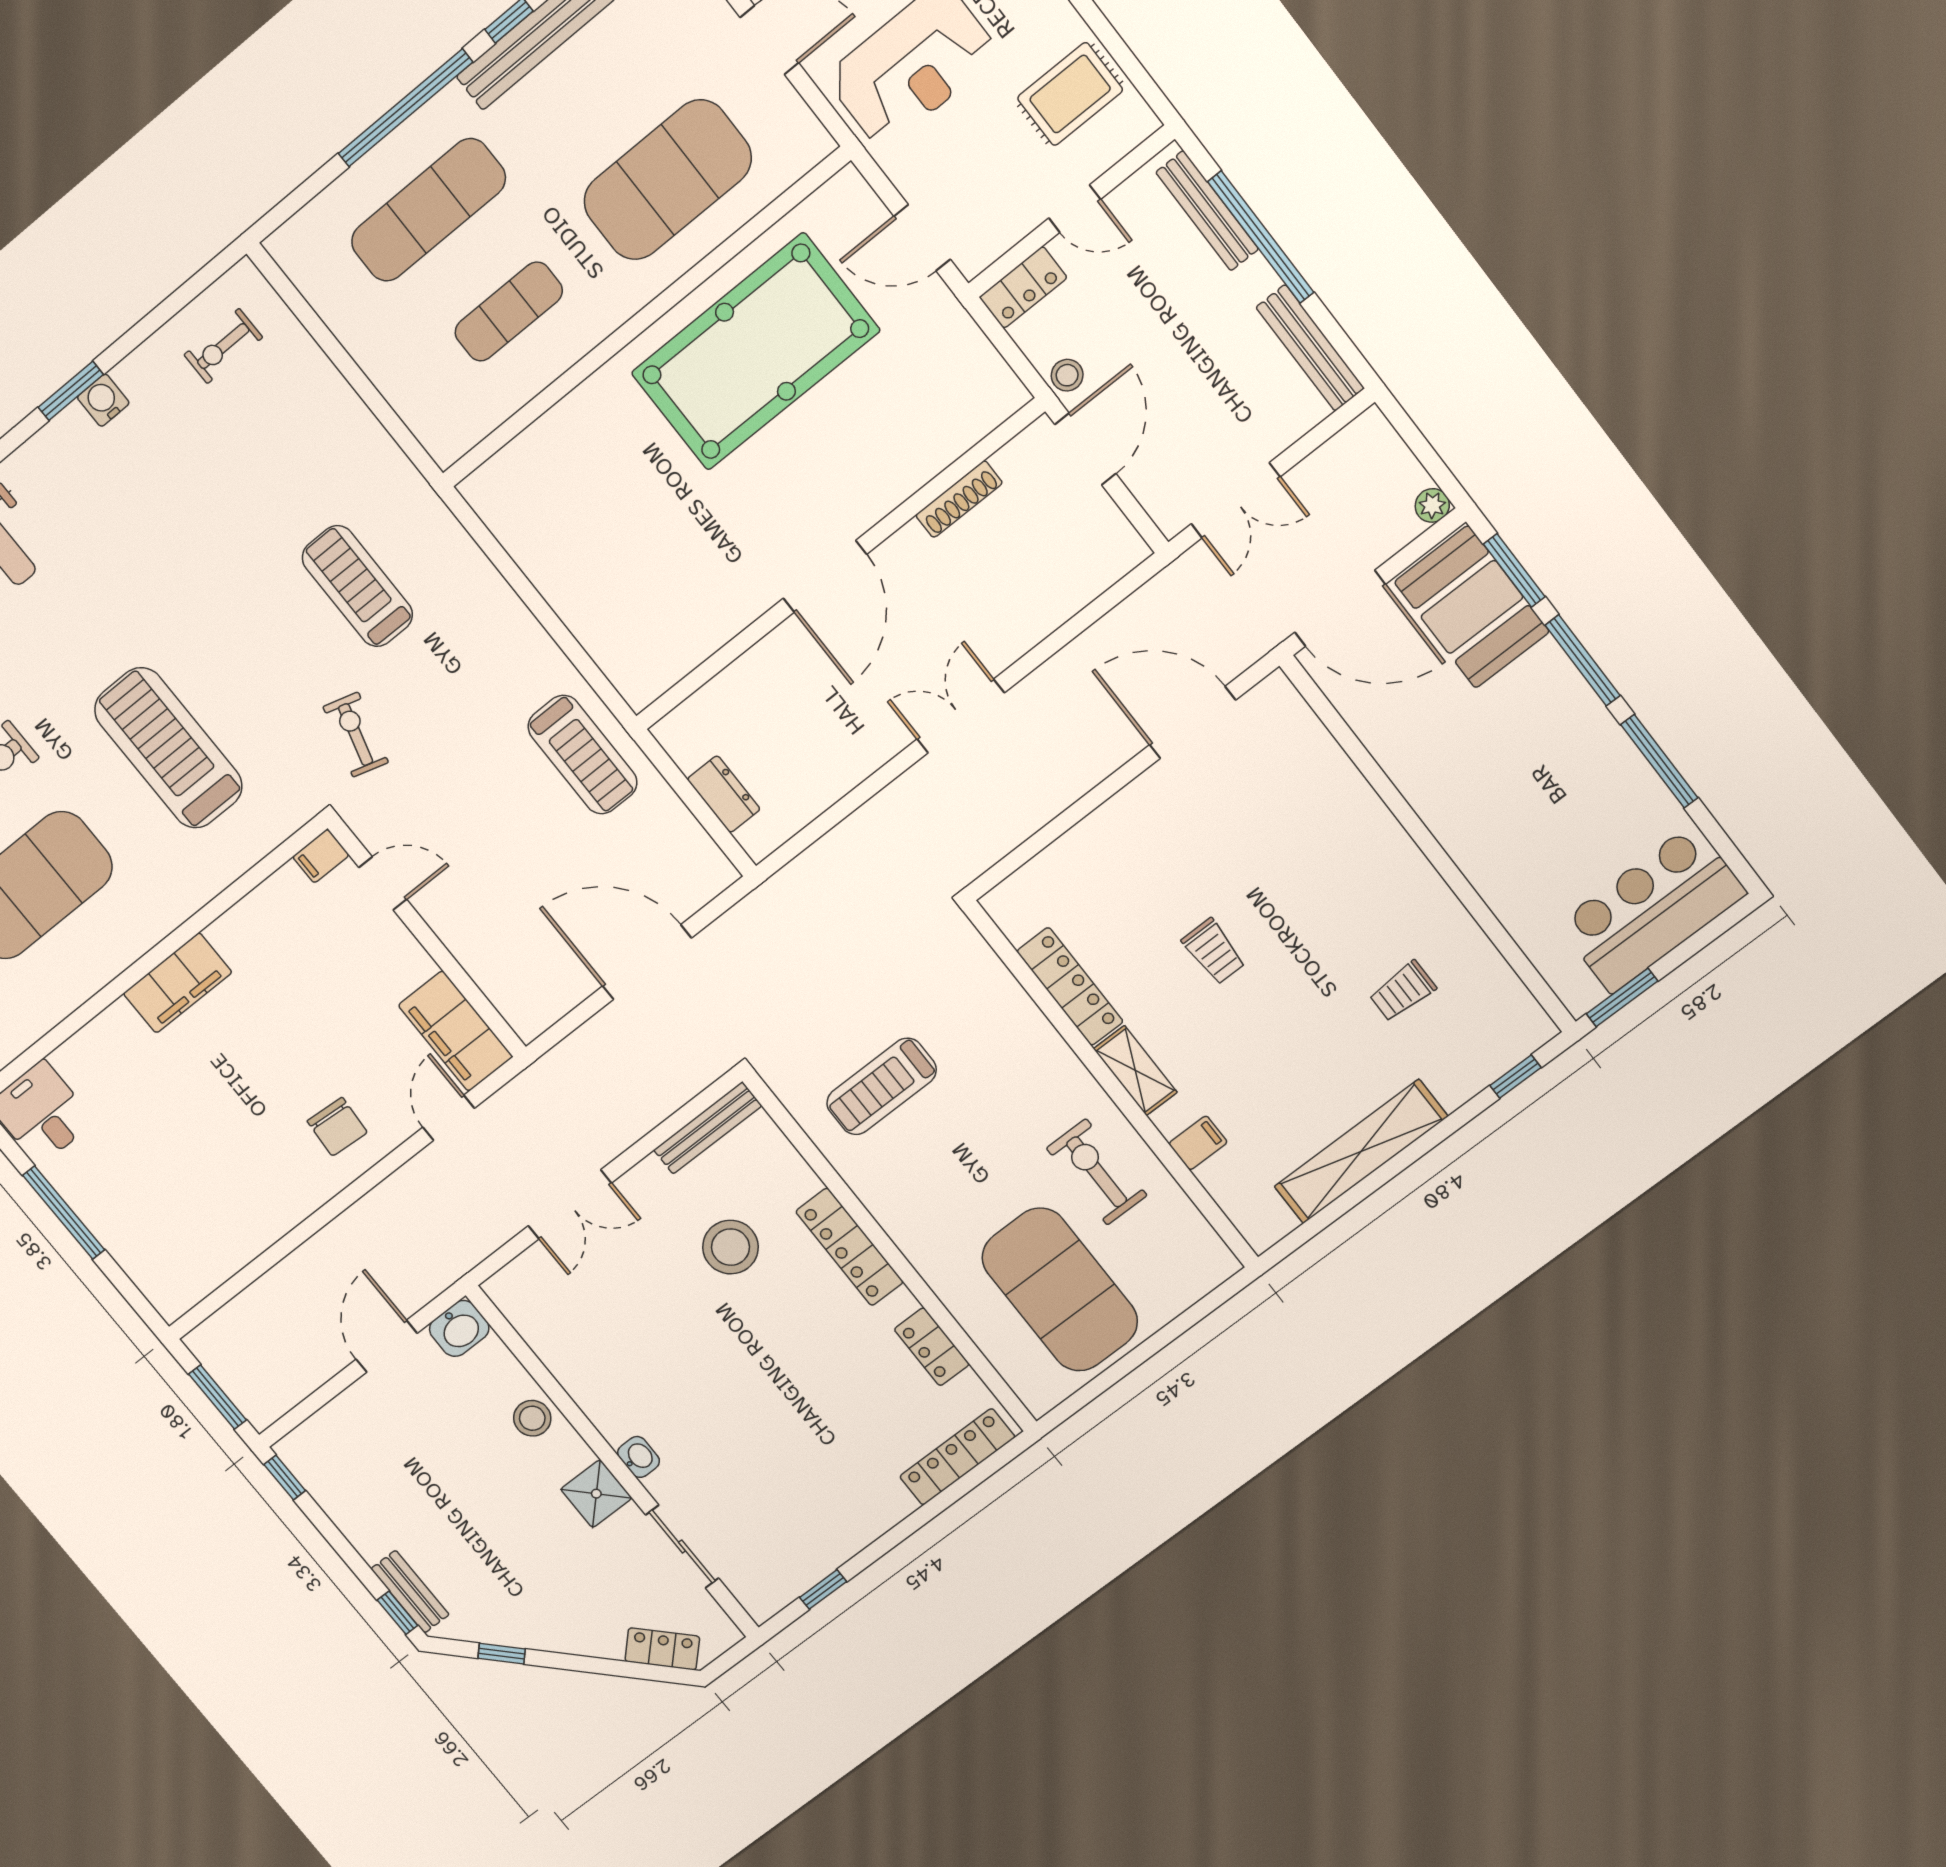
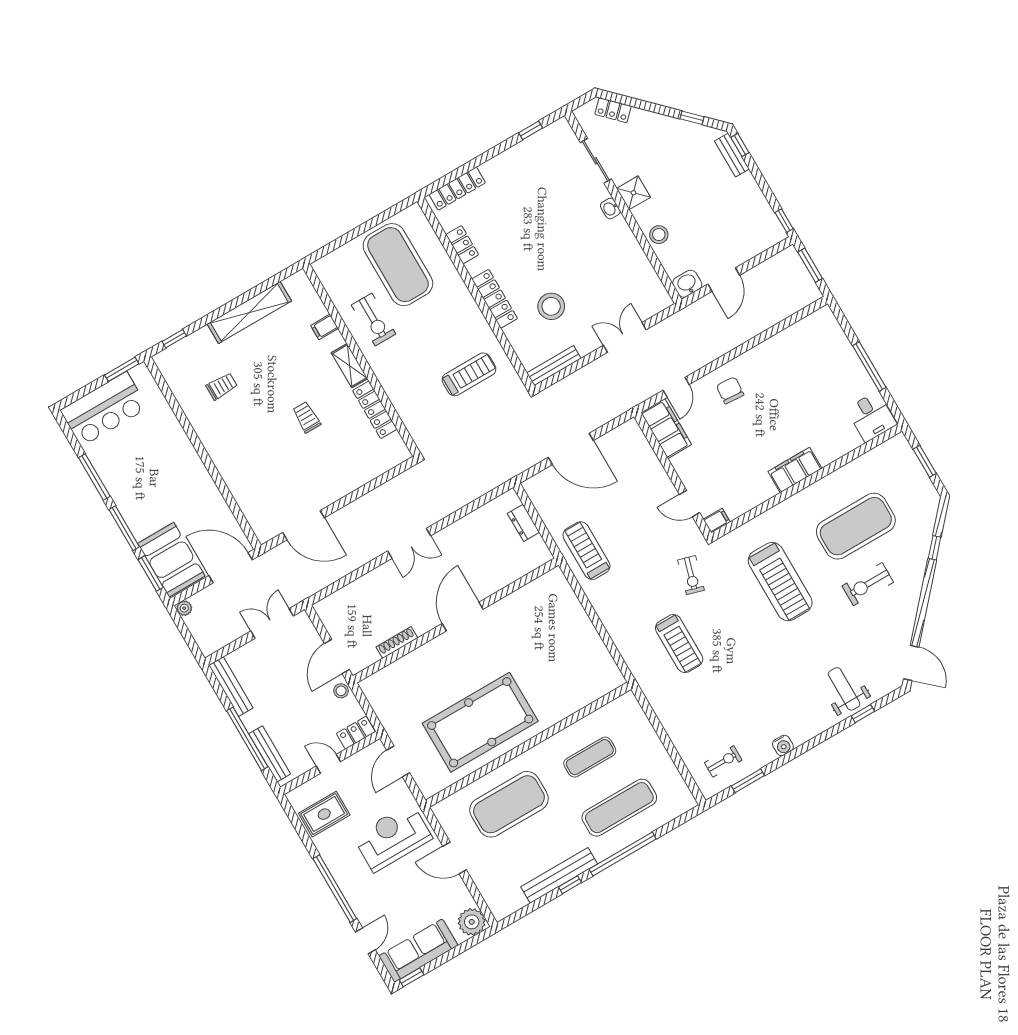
door: (922, 238) -> (398, 761), swing flipped
window: (71, 391) -> (748, 781), moved

